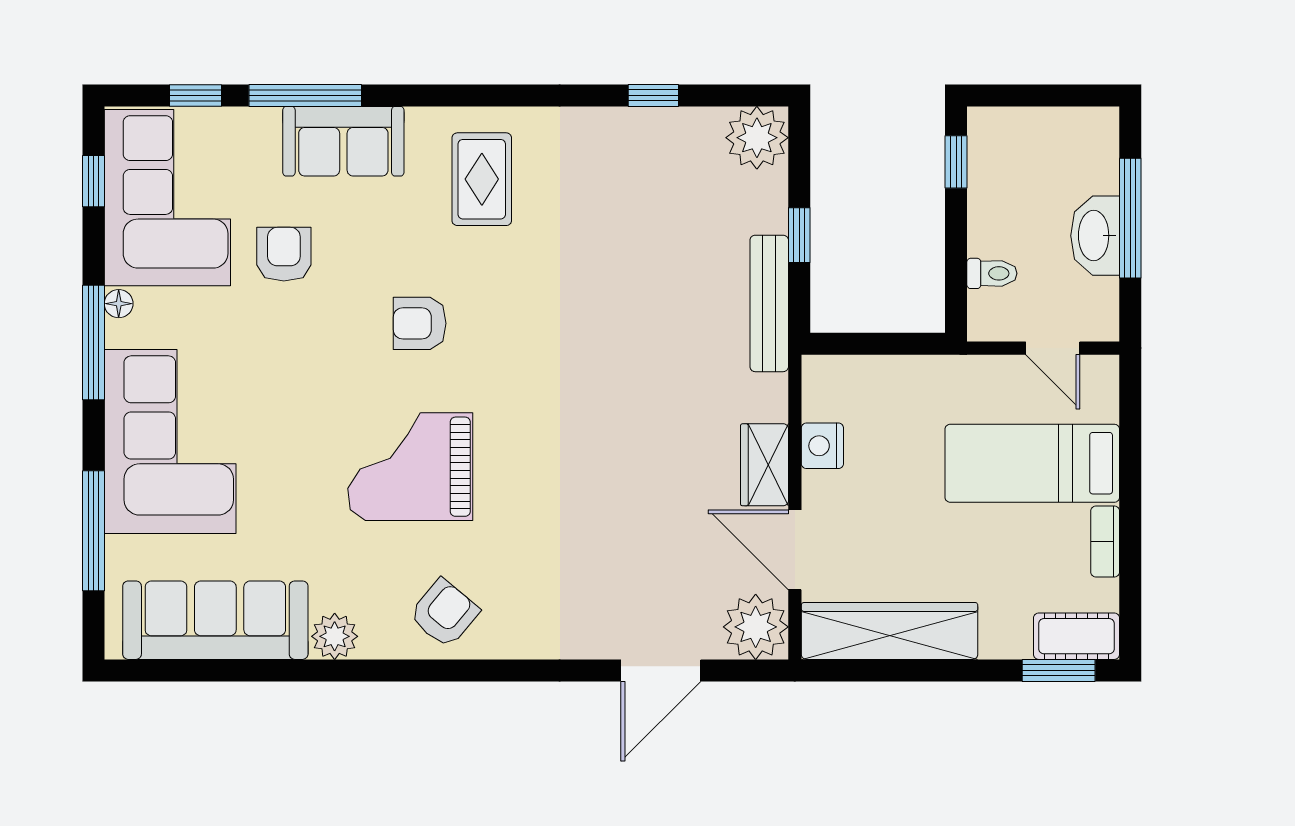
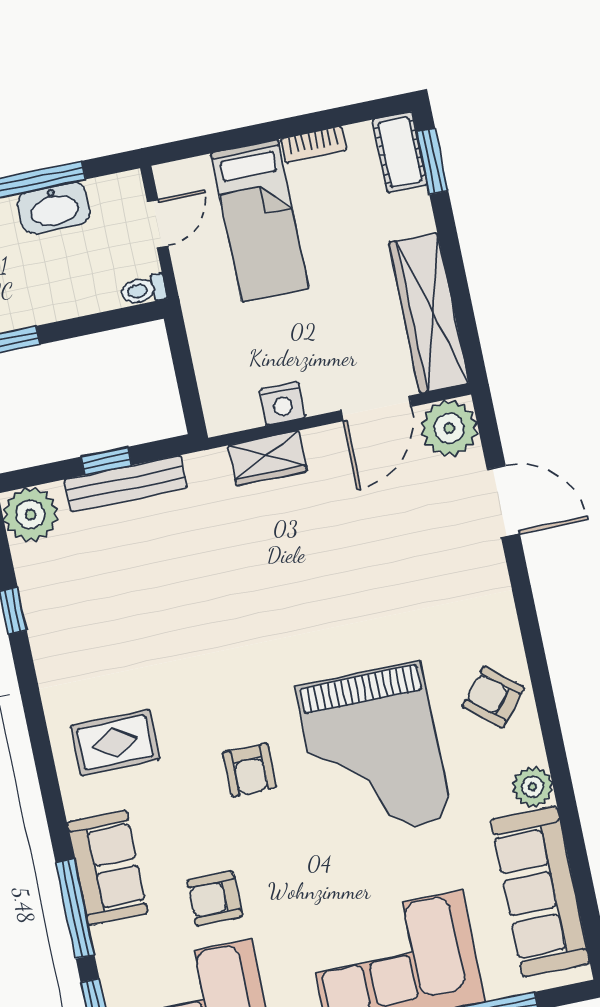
toilet: (992, 273) -> (143, 290), moved, turned -90
bench: (769, 303) -> (126, 484), moved
wardrobe: (764, 465) -> (268, 458), moved
grand piano: (410, 467) -> (374, 752), width x1.37, depth x1.48

